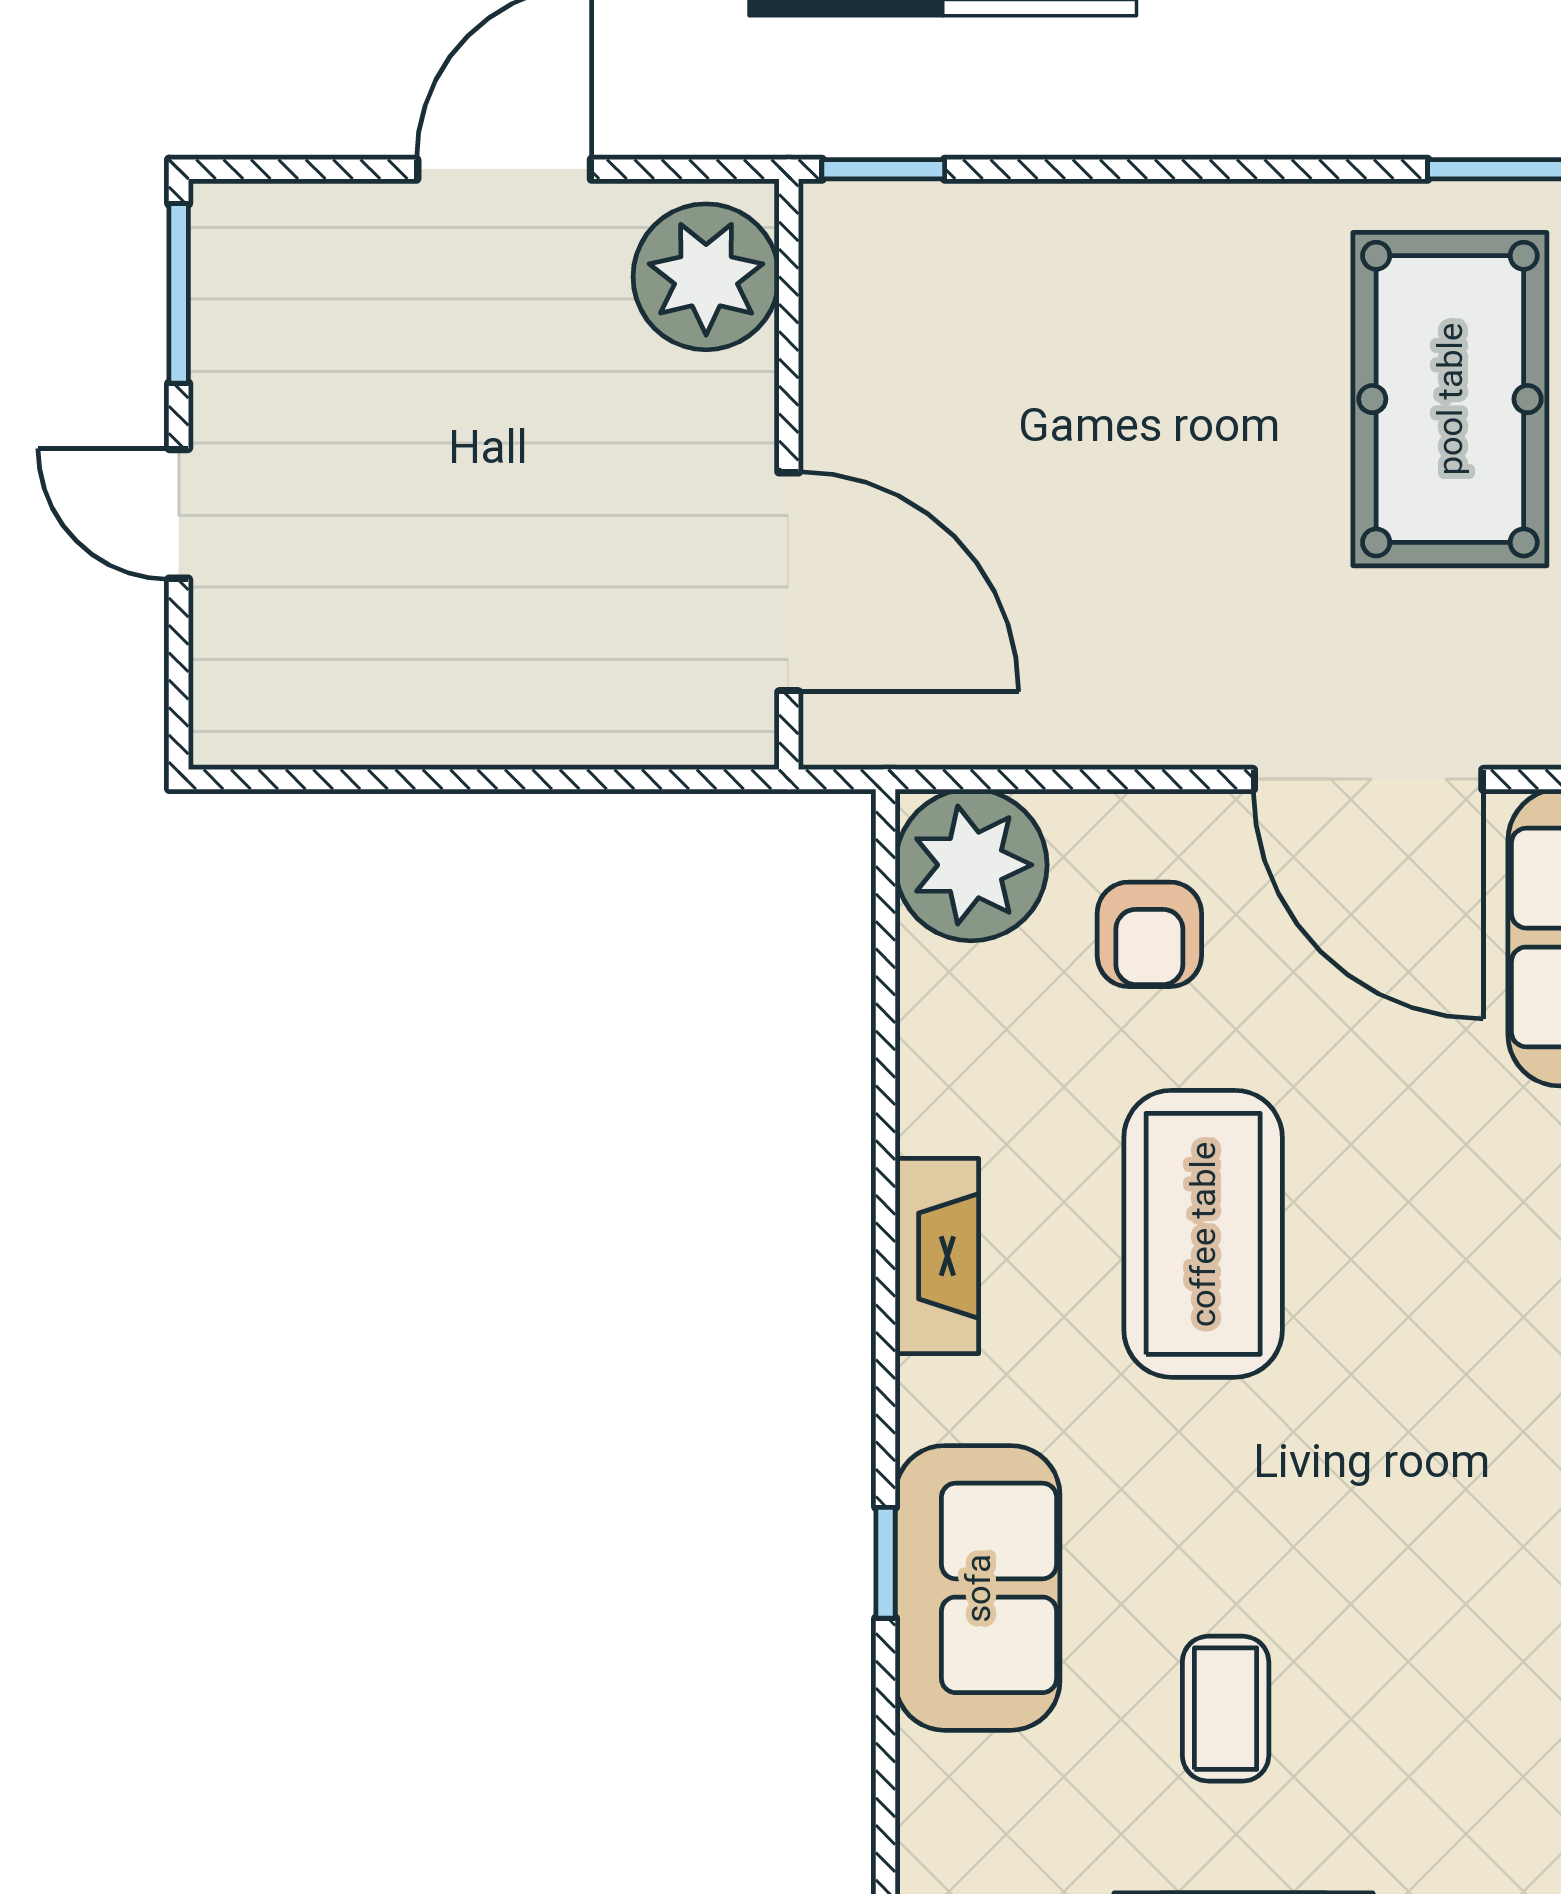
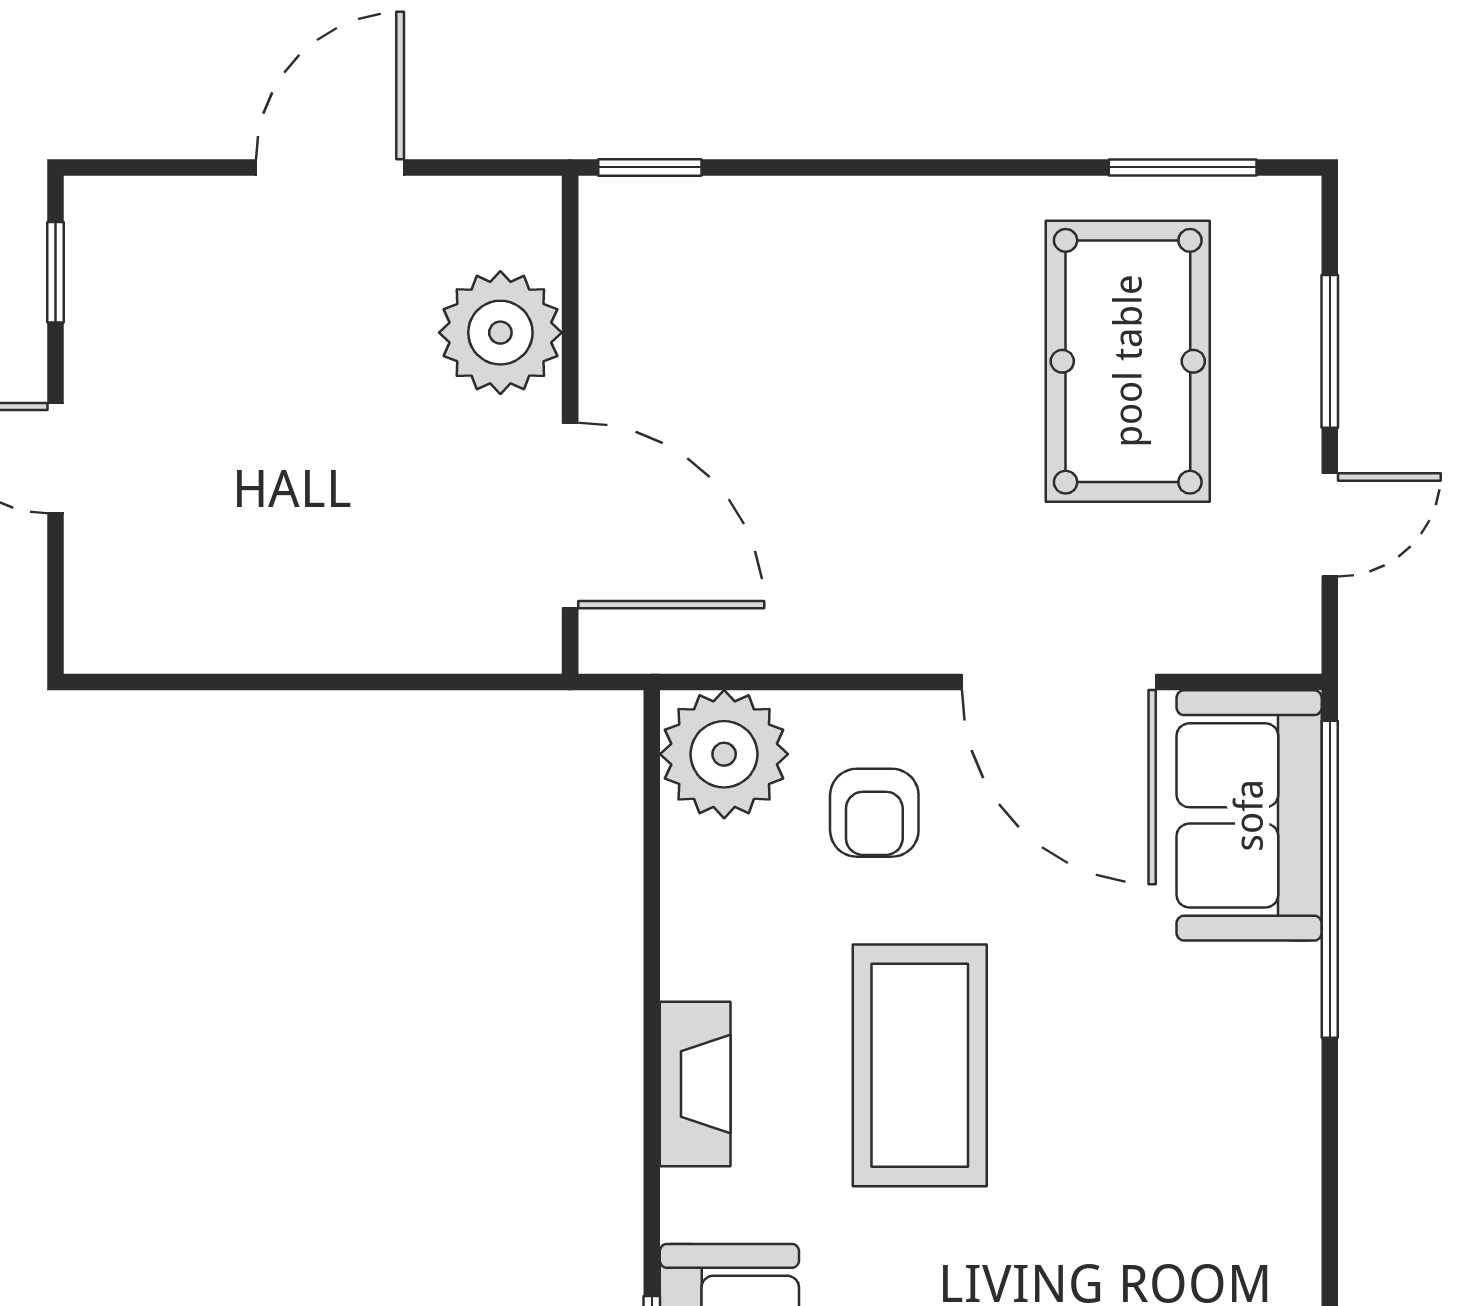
plant: (706, 277) -> (500, 333), moved
window: (179, 293) -> (56, 272), width x0.67

